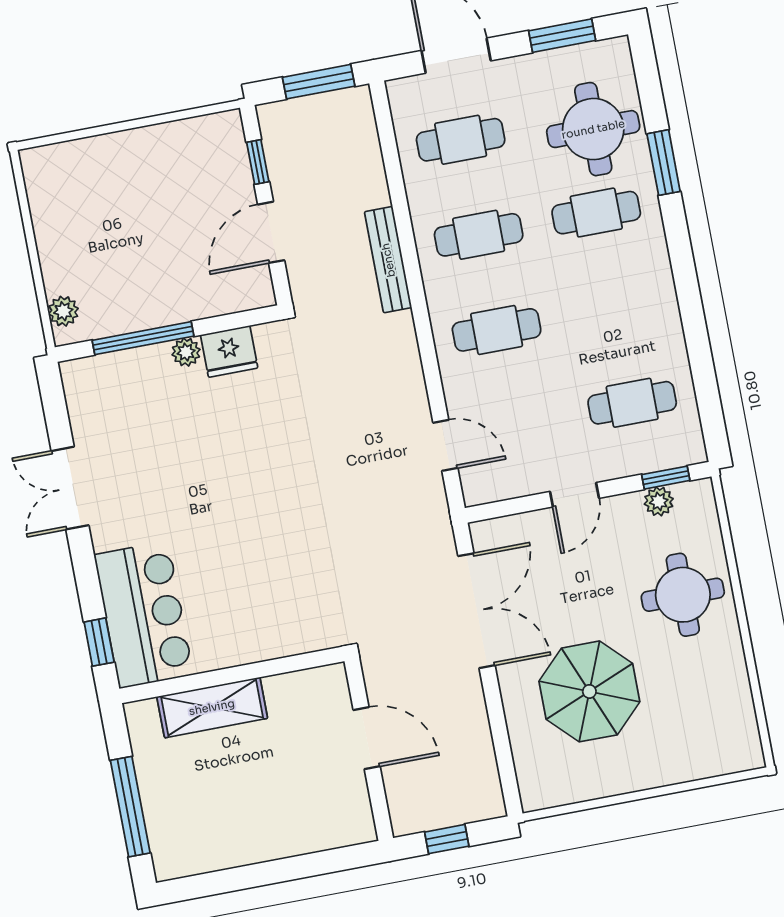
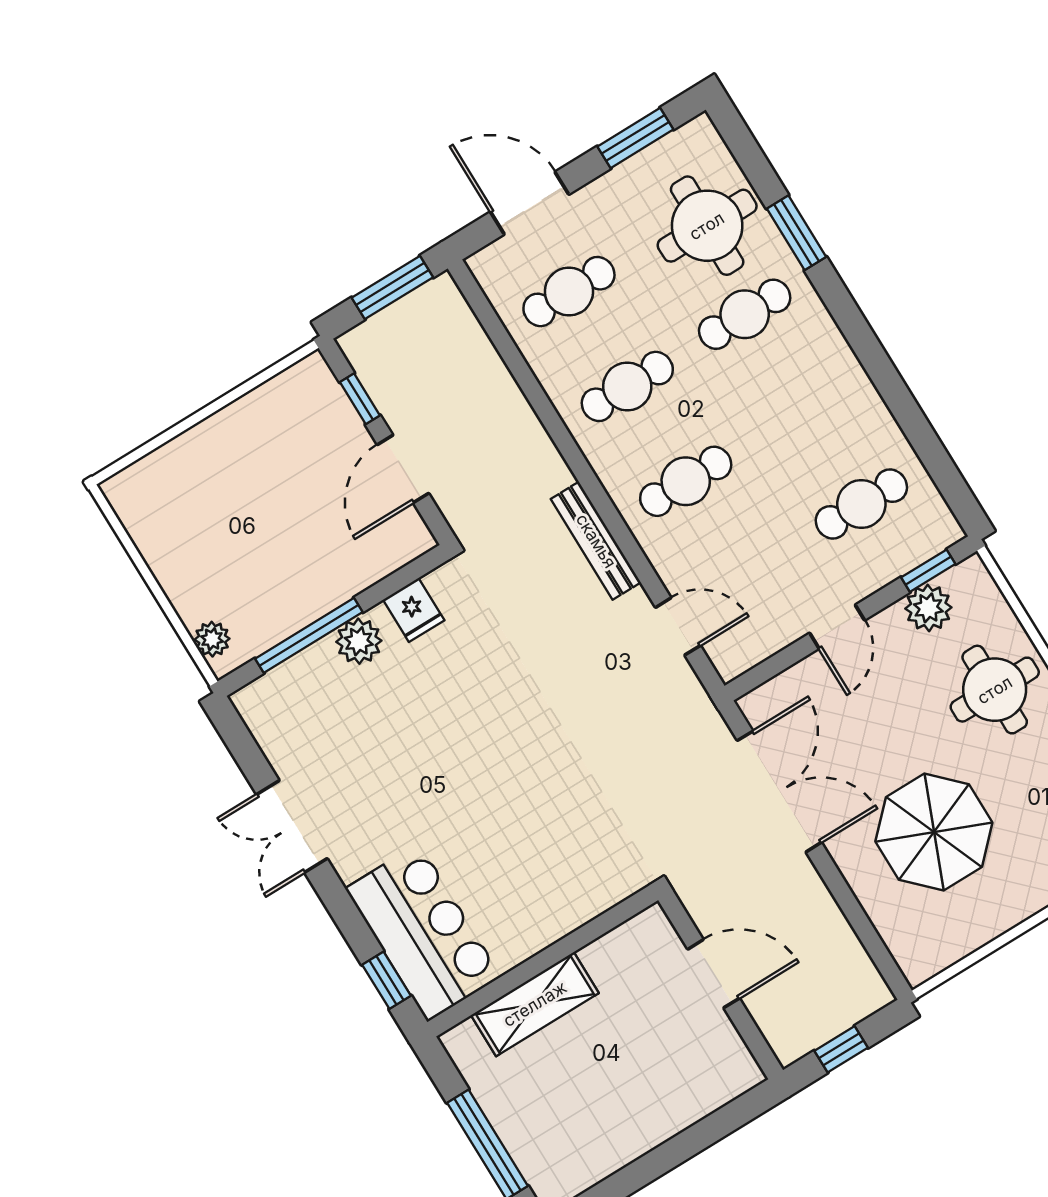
bench: (388, 260) -> (596, 541), moved
fridge: (229, 351) -> (414, 610), width x0.72
plant: (186, 352) -> (359, 641), width x1.38, depth x1.38
plant: (659, 501) -> (928, 608), width x1.38, depth x1.38

